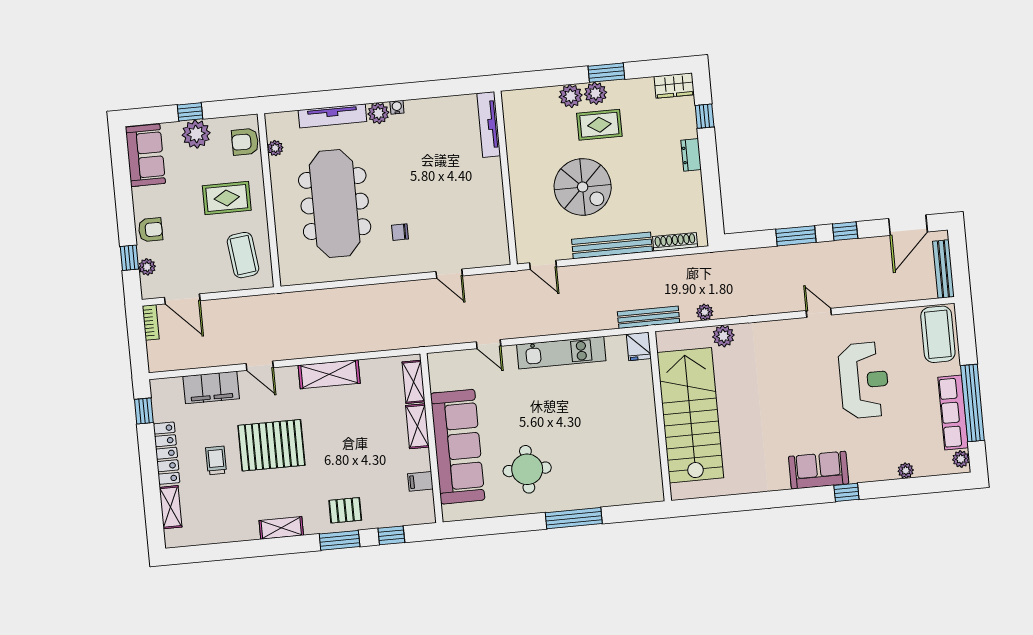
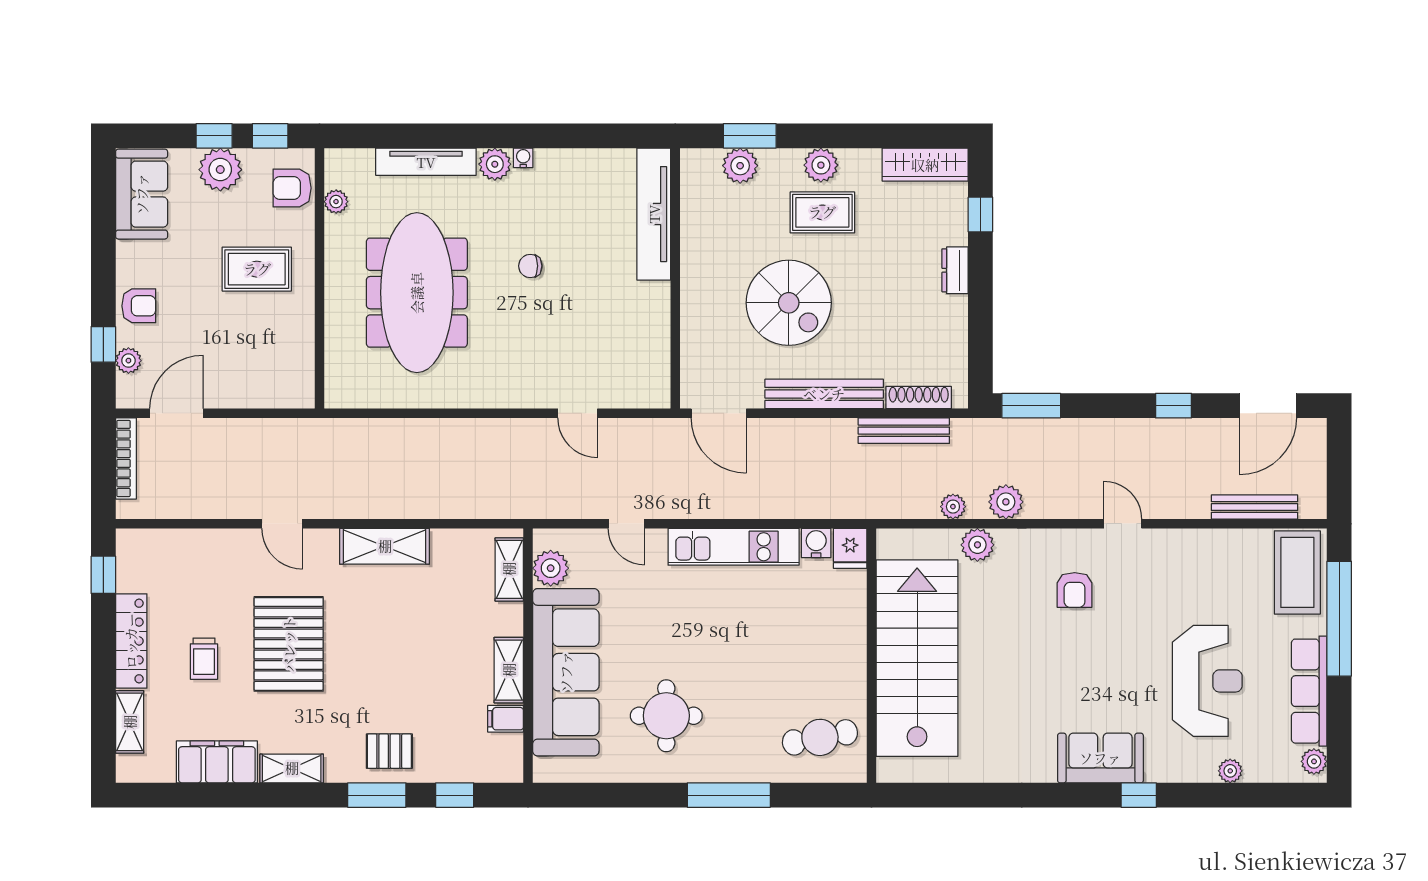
window: (606, 73) -> (750, 136), moved
wardrobe: (674, 86) -> (925, 165), width x1.50
plant: (571, 96) -> (740, 166), moved
window: (227, 108) -> (270, 136), added
tv unit: (489, 124) -> (654, 214), width x1.36, depth x1.29
chair: (400, 232) -> (530, 266), moved
window: (796, 236) -> (1031, 406), moved
coffee table: (243, 255) -> (273, 357), removed
door: (543, 265) -> (719, 413), width x1.38
bench: (943, 269) -> (1254, 507), moved, turned 90
door: (182, 299) -> (176, 413), swing flipped
plant: (740, 306) -> (1006, 502), added
bench: (649, 317) -> (904, 431), moved
bookcase: (151, 322) -> (126, 458), width x1.56
water cooler: (616, 345) -> (816, 543), added
armchair: (791, 360) -> (1075, 590), added
plant: (441, 378) -> (551, 568), added
reception desk: (864, 380) -> (1207, 681), moved
filing cabinet: (211, 387) -> (217, 762), moved, turned 180
window: (972, 403) -> (1339, 619), moved
shelving: (417, 426) -> (509, 670), moved
pallet: (271, 445) -> (289, 644), turned 90
trolley: (216, 460) -> (204, 659), turned 180
cafe table: (631, 474) -> (820, 737), added

